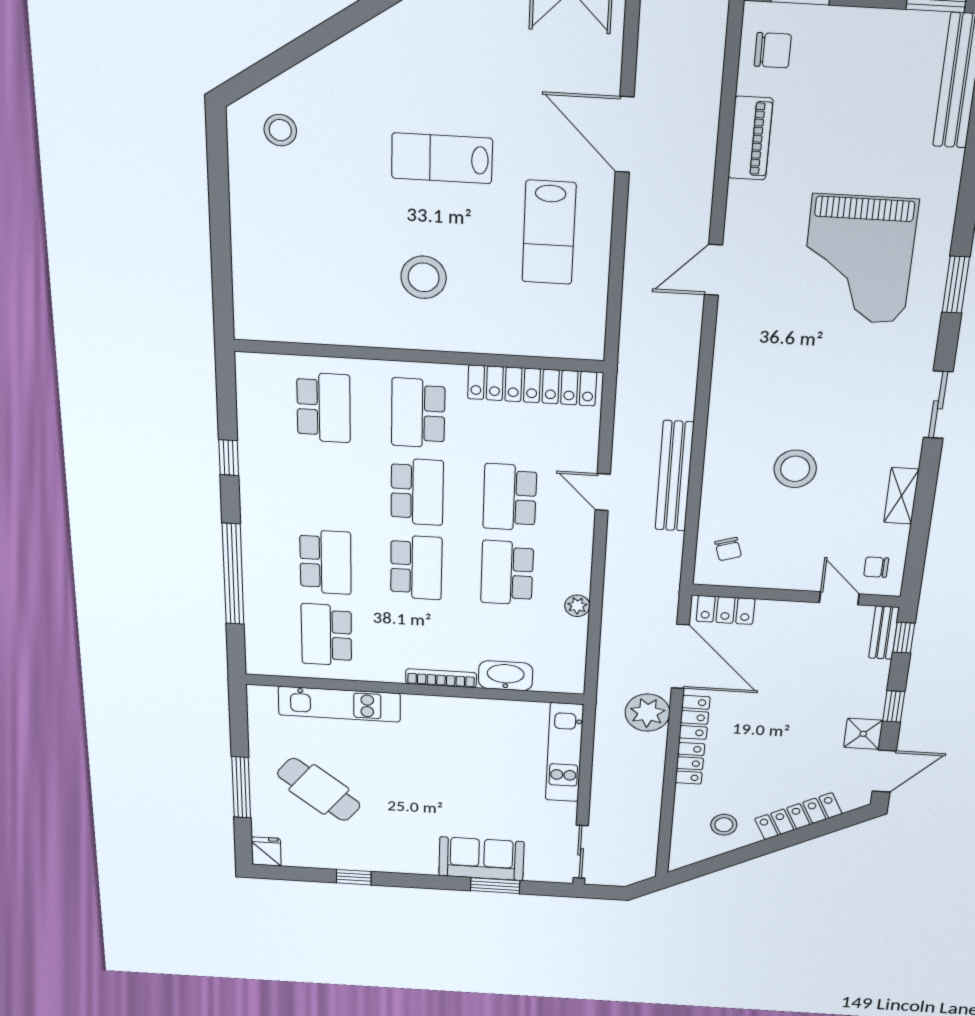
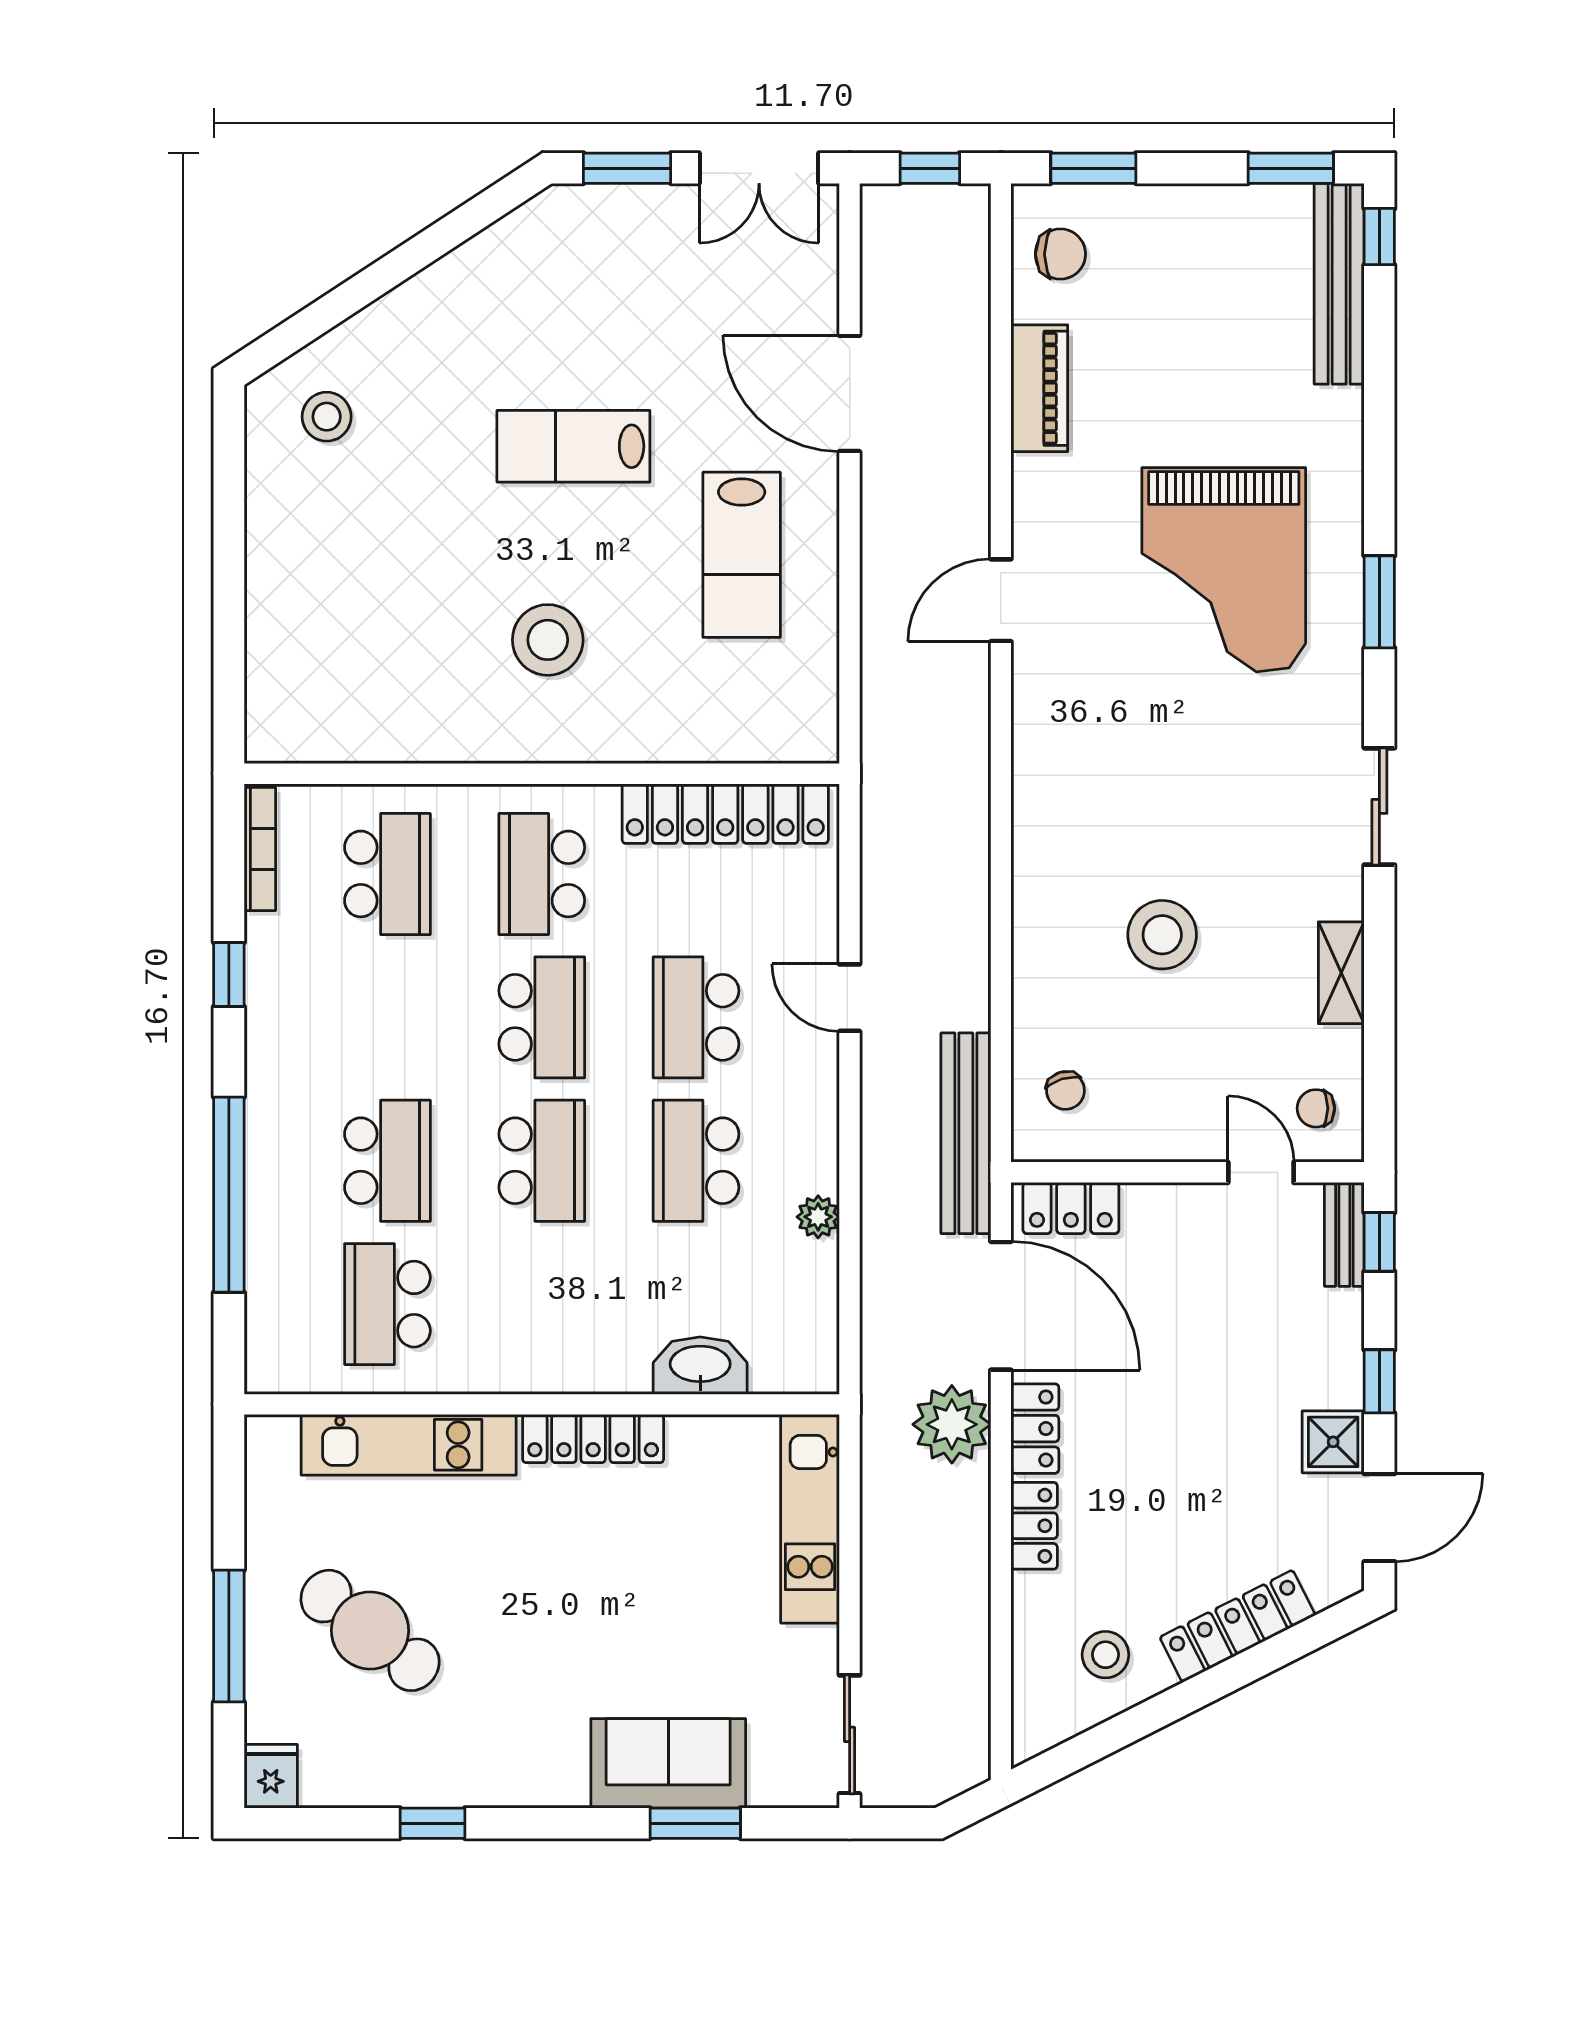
bench: (674, 476) -> (966, 1133), moved
bookcase: (441, 678) -> (260, 849), moved, turned 90
locker: (444, 707) -> (593, 1439), added

